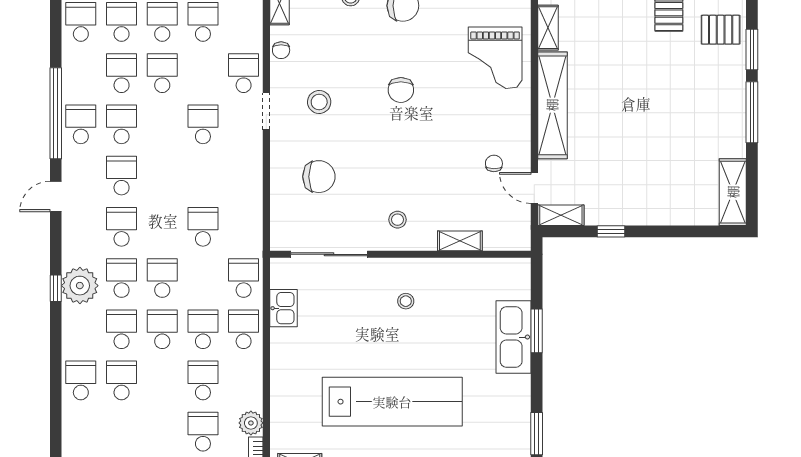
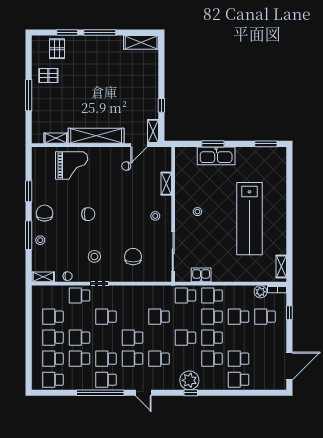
school desk: (122, 278) -> (132, 338), moved
lab bench: (392, 402) -> (249, 219), turned 180

